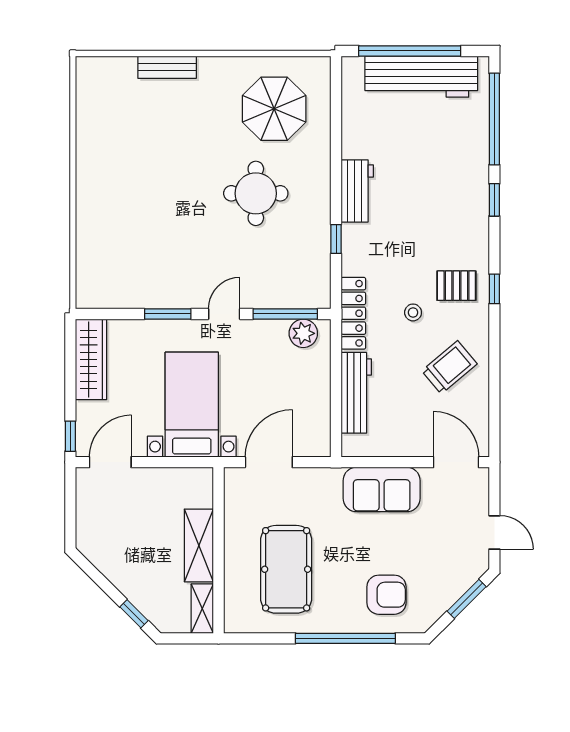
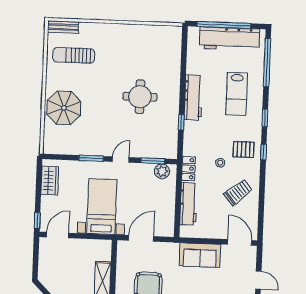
bench: (167, 67) -> (63, 27), moved
parasol: (274, 109) -> (64, 108), moved
sun lounger: (127, 120) -> (74, 55), added
lab bench: (439, 181) -> (237, 94), added
workbench: (357, 191) -> (193, 98), width x1.38
window: (494, 200) -> (265, 118), moved
locker: (353, 313) -> (188, 169), width x0.66
window: (285, 314) -> (153, 161), width x0.69
wardrobe: (91, 359) -> (50, 181), width x0.67

